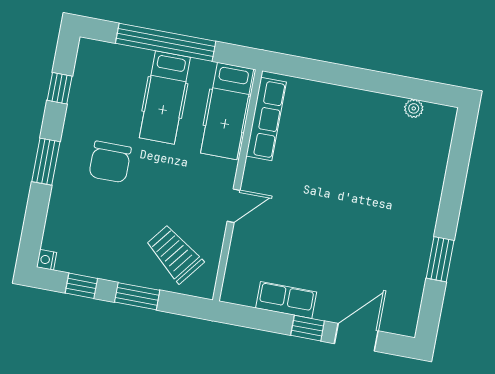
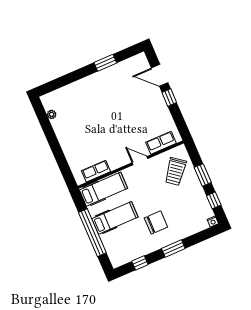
row of seats: (266, 119) -> (96, 171), width x0.68
row of seats: (286, 300) -> (161, 143), moved, turned 90

